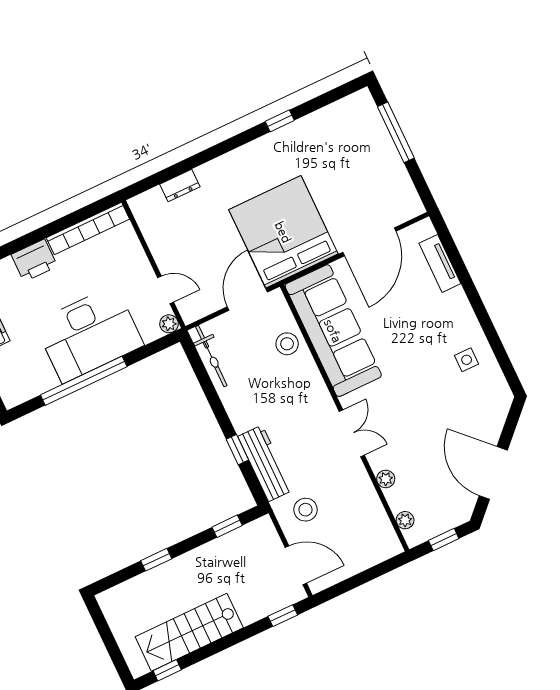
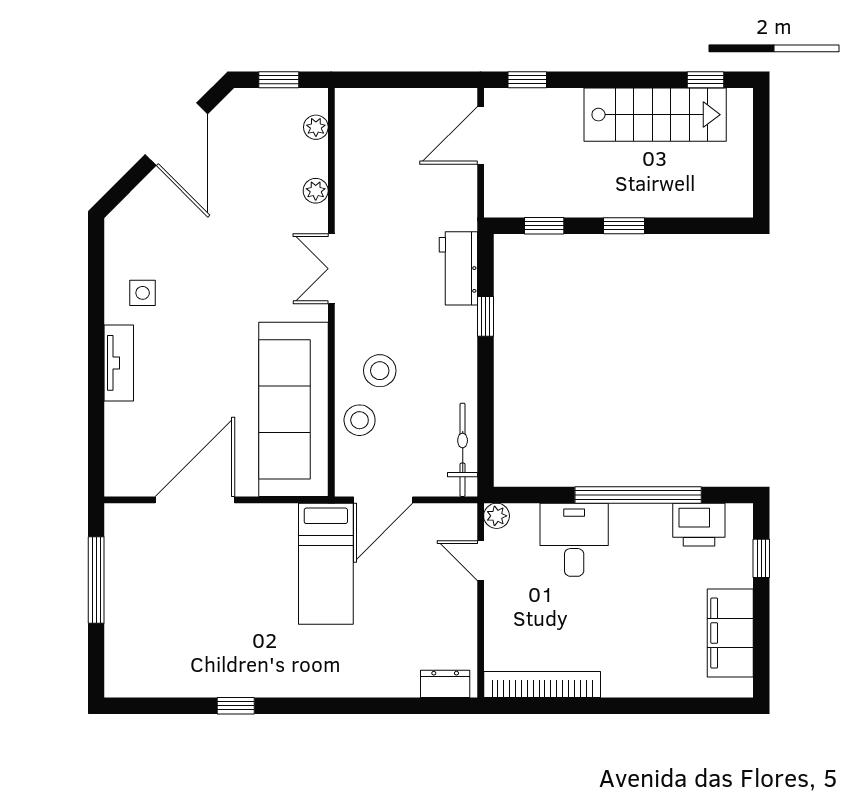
window: (396, 132) -> (96, 580), moved
dresser: (180, 185) -> (445, 684), moved
bed: (283, 232) -> (326, 564), width x0.49
printer: (34, 260) -> (699, 525), moved, turned 180
tv unit: (440, 263) -> (119, 363), moved
desk: (89, 334) -> (574, 540), width x0.53, depth x0.77
workbench: (265, 463) -> (458, 268), width x0.73
stool: (306, 510) -> (380, 371), moved
window: (156, 560) -> (624, 226), moved
door: (296, 565) -> (481, 135), hinge flipped

